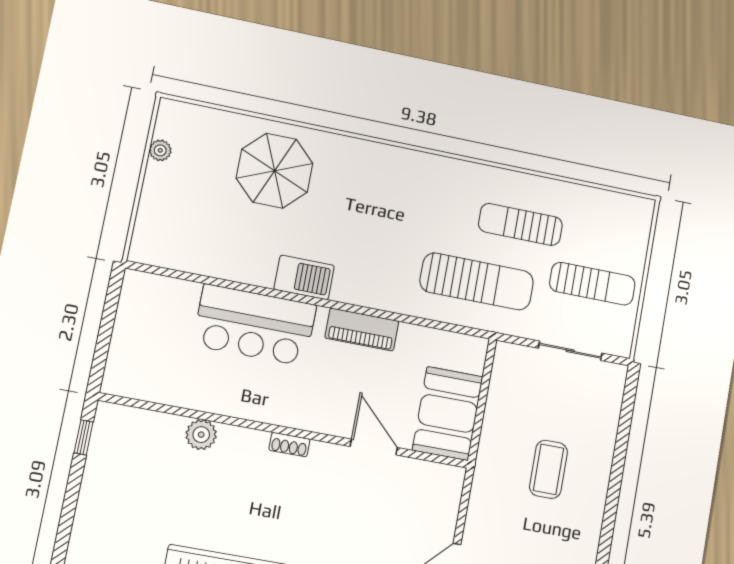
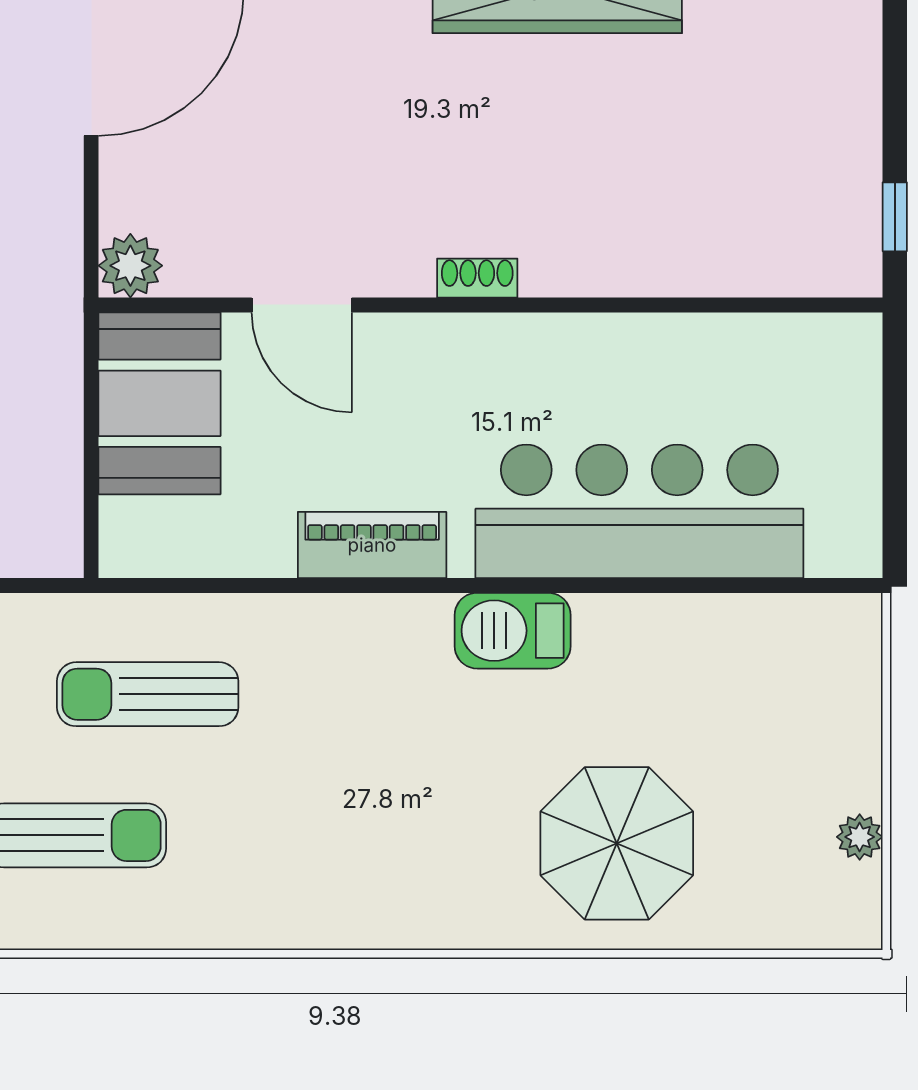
sun lounger: (477, 281) -> (148, 694), width x0.73, depth x0.75
bar counter: (255, 325) -> (639, 511), width x1.36
plant: (201, 435) -> (130, 266), moved

